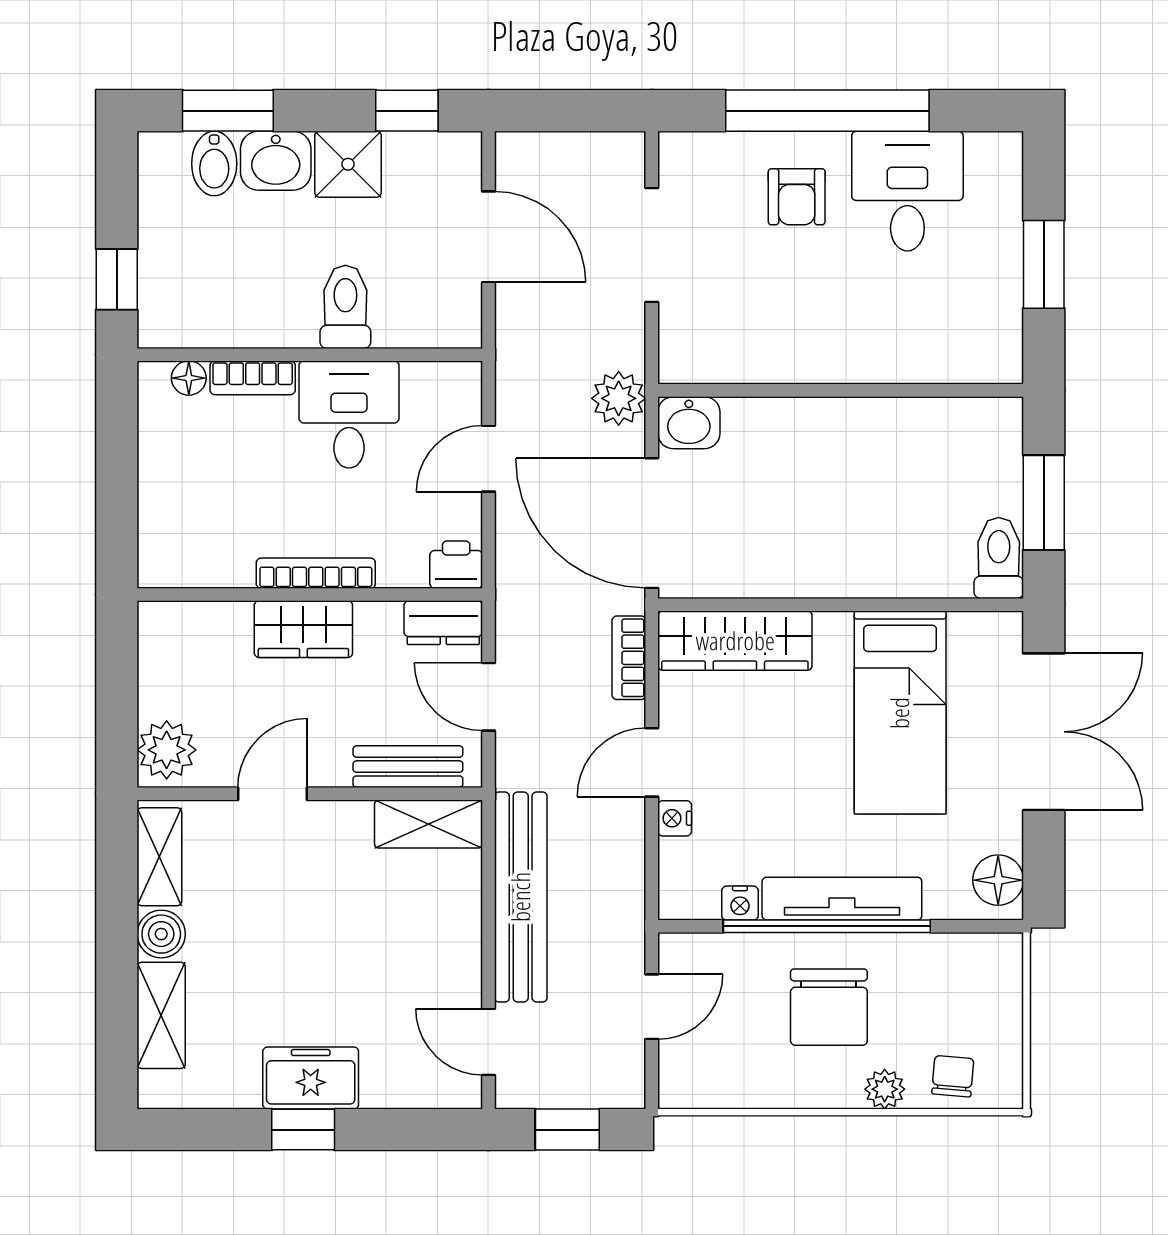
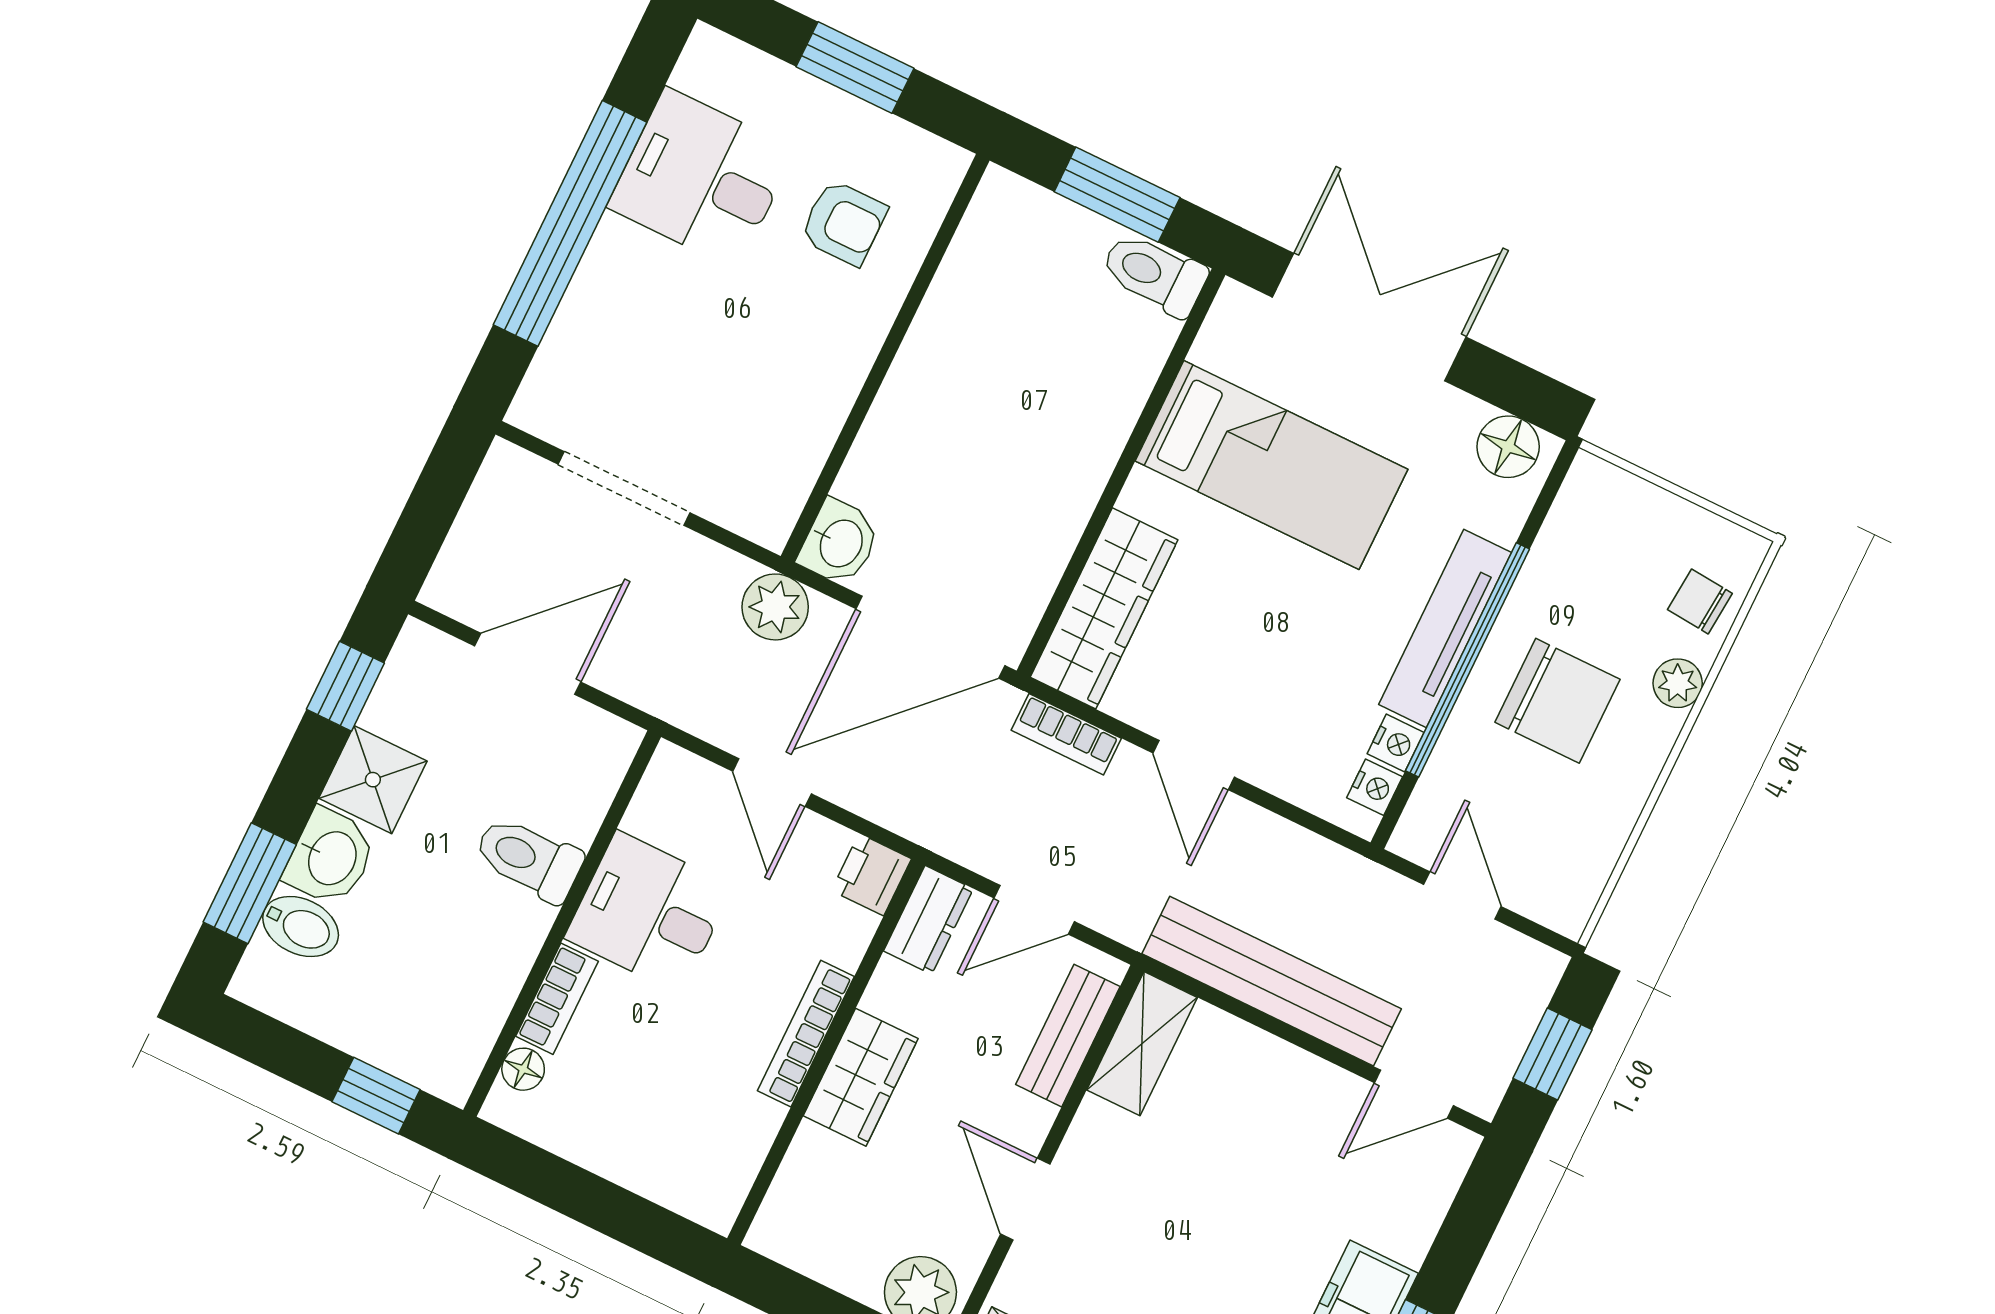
armchair: (797, 197) -> (844, 223), moved
nightstand: (675, 818) -> (1375, 787), moved, turned -90

